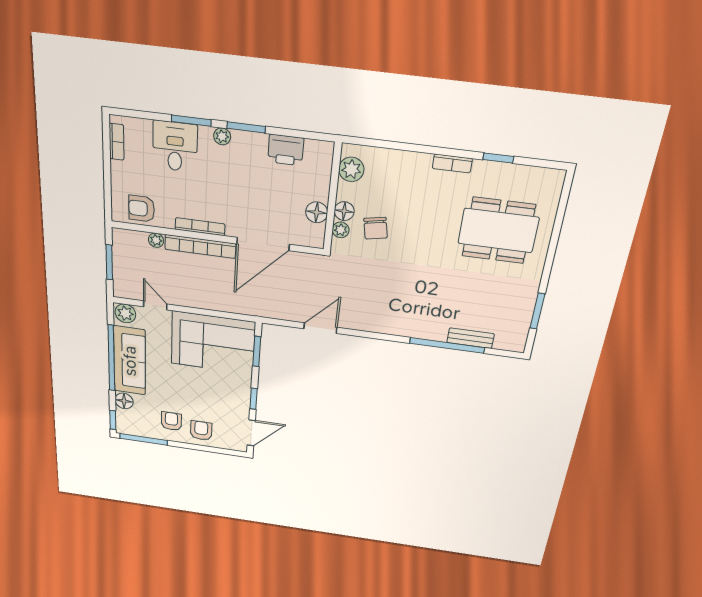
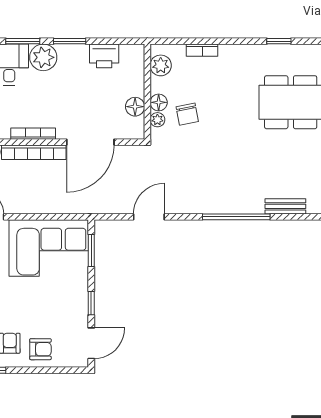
plant: (222, 136) -> (43, 57), width x1.88, depth x1.88
bookcase: (452, 163) -> (202, 50), moved
window: (447, 345) -> (236, 217), moved
armchair: (201, 431) -> (40, 349), turned 90

